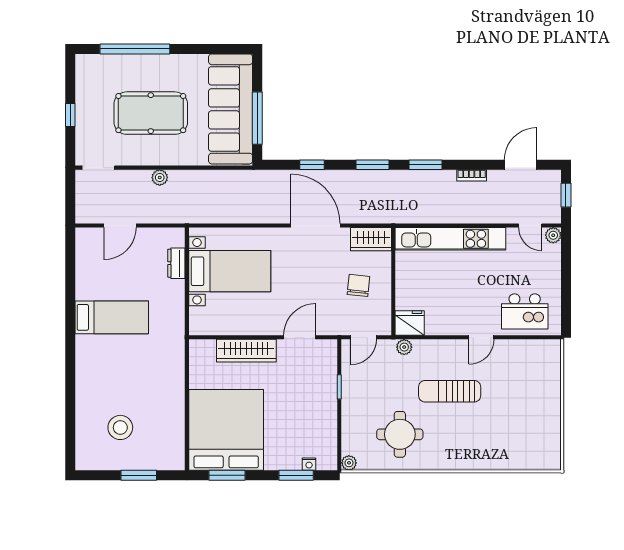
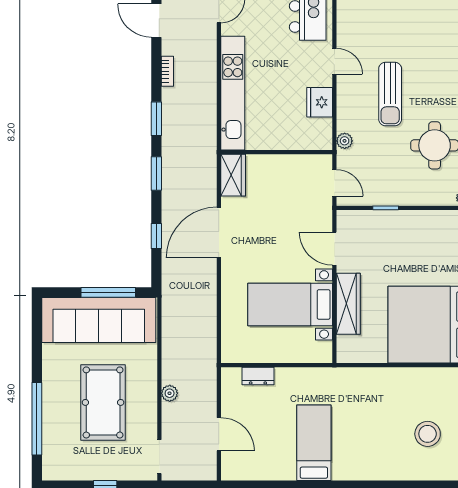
bed with nightstands: (230, 271) -> (290, 304), moved, turned -90
chair: (358, 285) -> (281, 188), removed
fridge: (410, 323) -> (320, 102), moved

